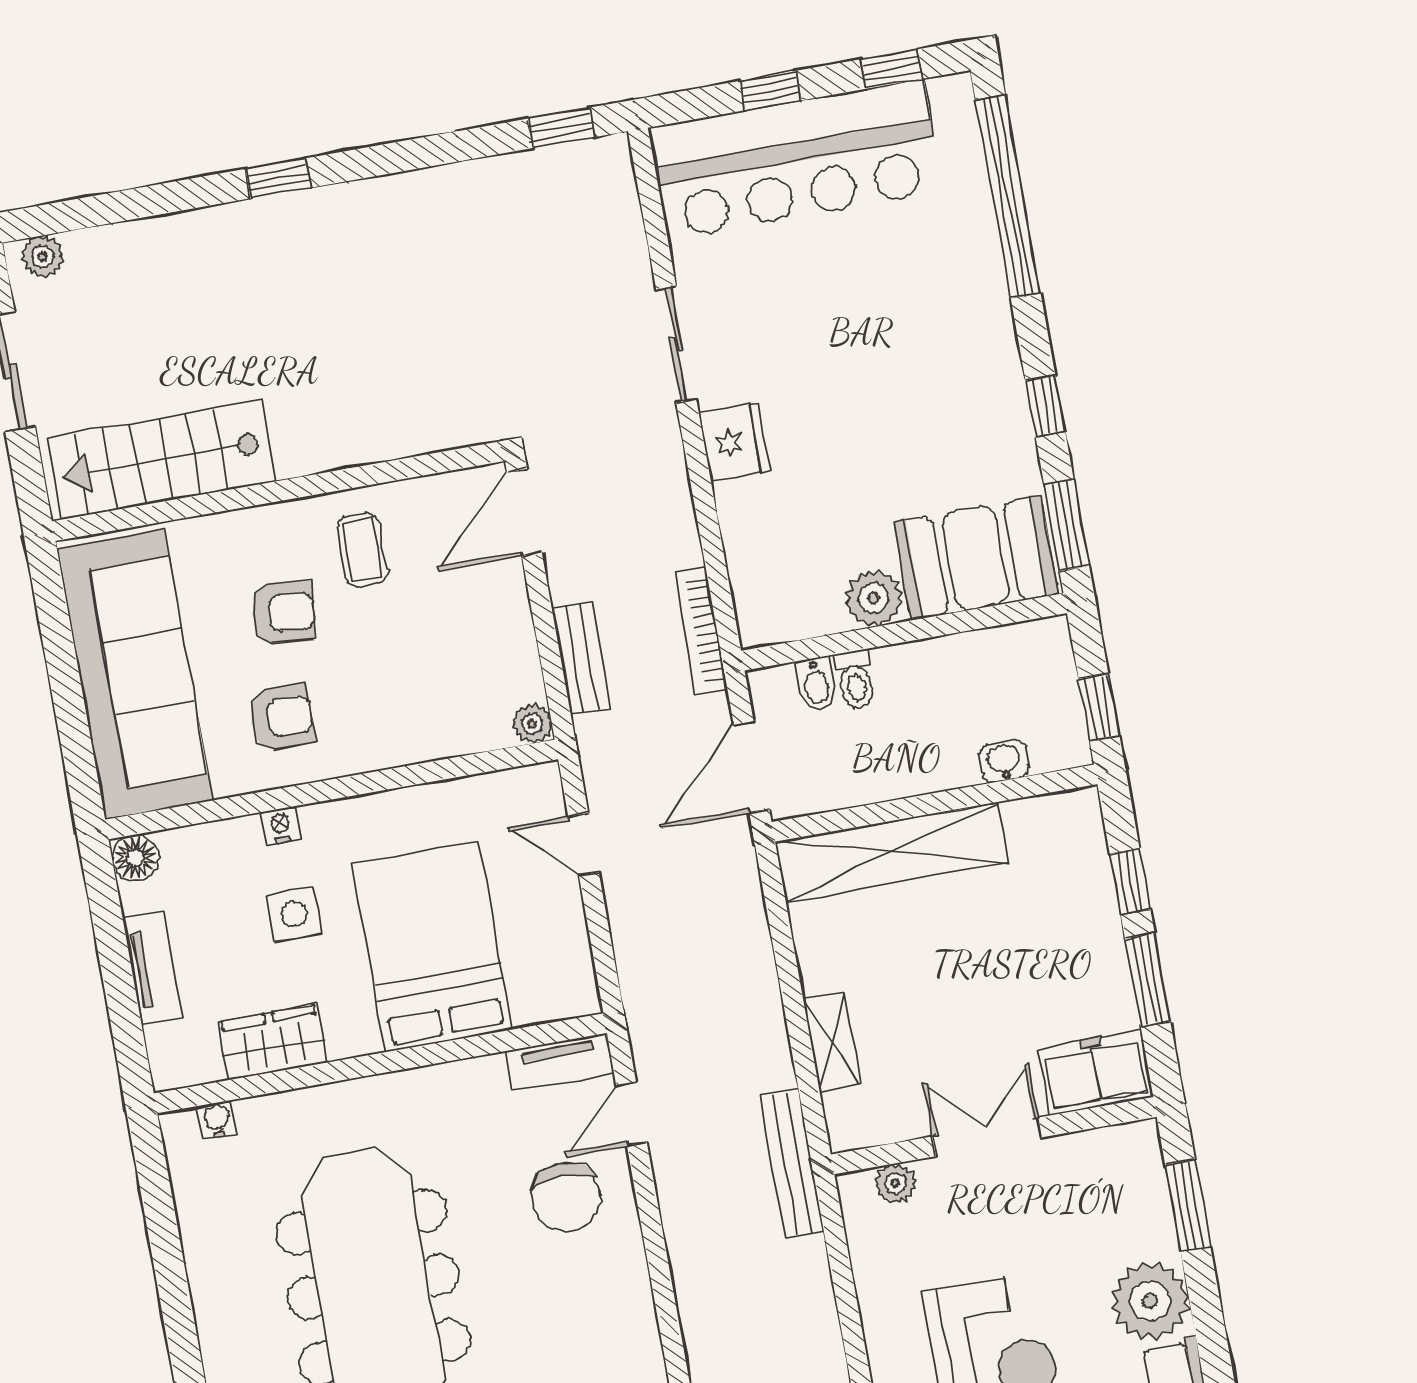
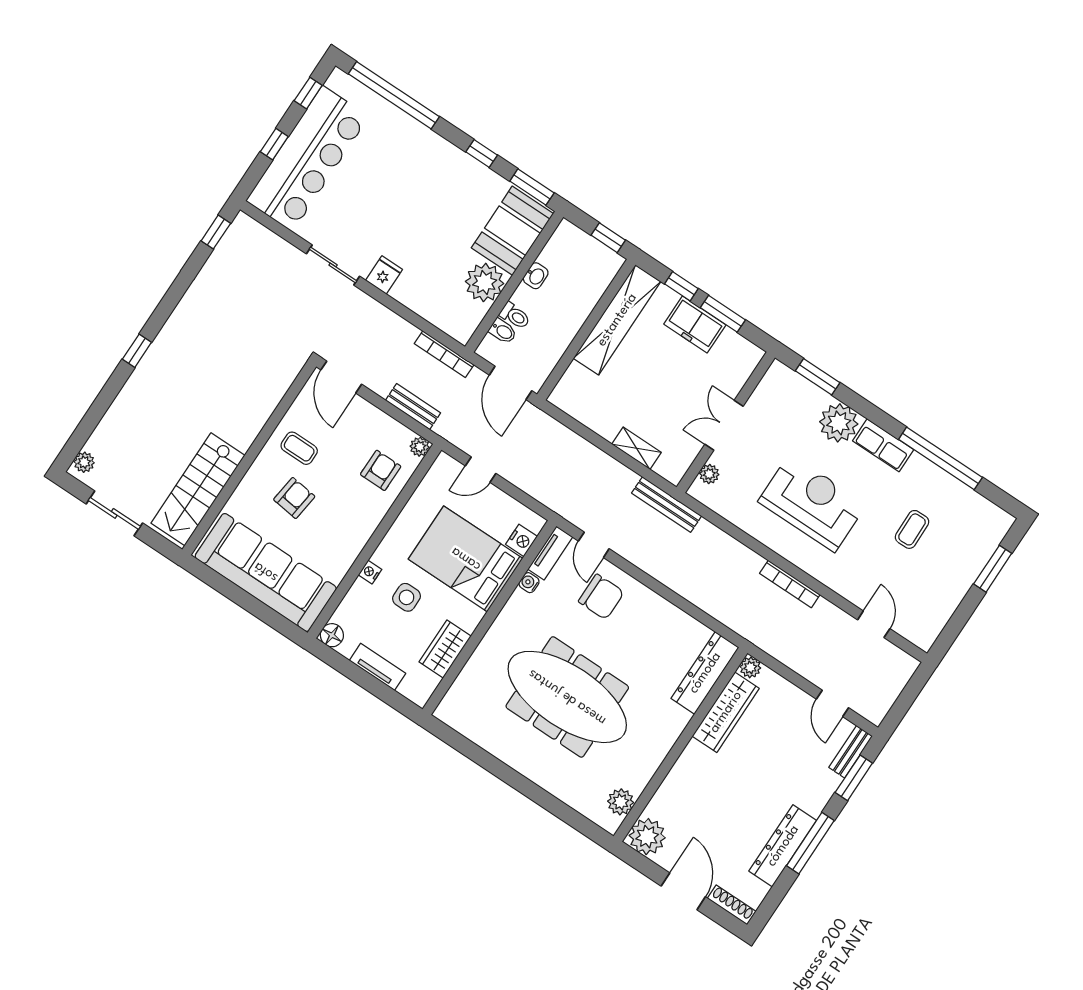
fridge: (734, 442) -> (384, 275), width x0.72
plant: (874, 598) -> (485, 282), width x1.36, depth x1.36
armchair: (281, 718) -> (381, 470), moved
washbasin: (1004, 761) -> (536, 276), moved, turned 180
shelving: (892, 852) -> (617, 320), moved
nightstand: (537, 1002) -> (521, 540), added
freezer: (1095, 1073) -> (695, 324), moved, turned -90
water cooler: (217, 1120) -> (529, 583), moved

